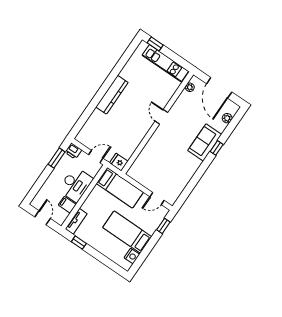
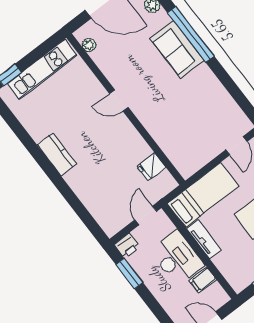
kitchen counter: (112, 95) -> (57, 154), width x0.67
window: (217, 148) -> (191, 34), width x3.17
fridge: (119, 162) -> (151, 167), moved
tv unit: (76, 221) -> (204, 240), moved

